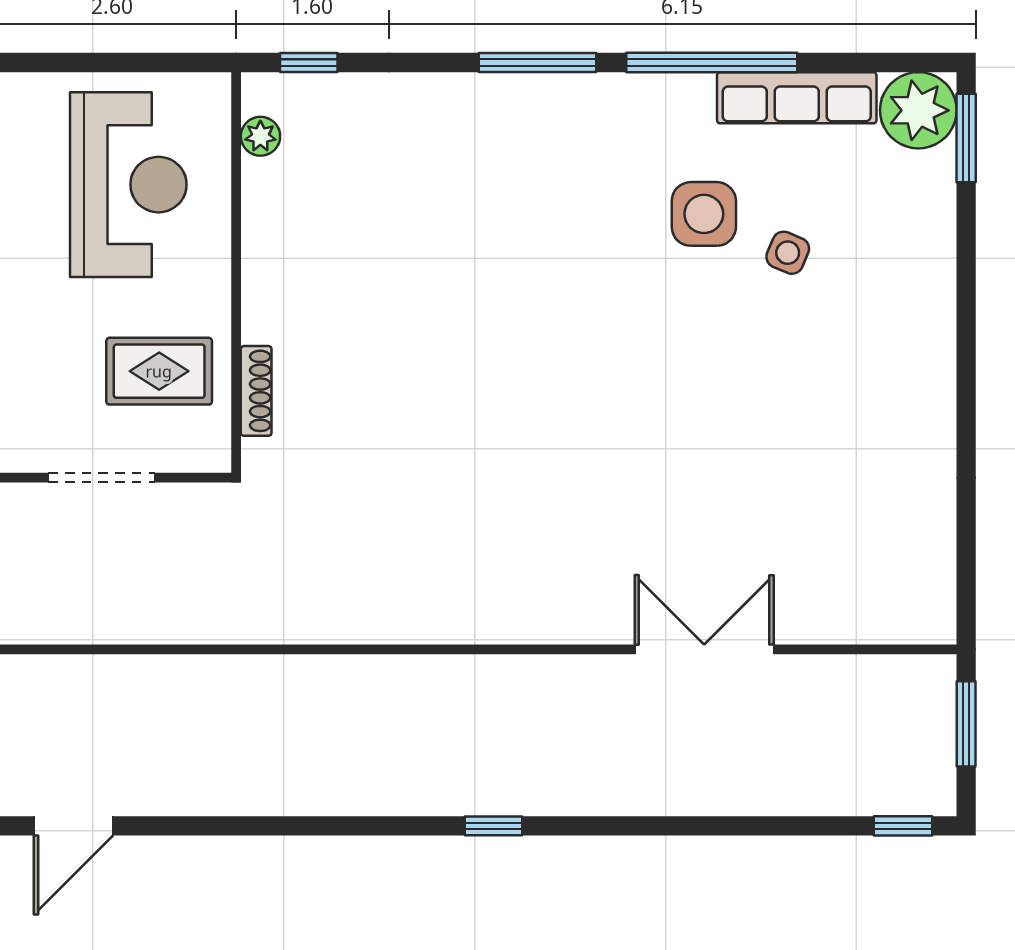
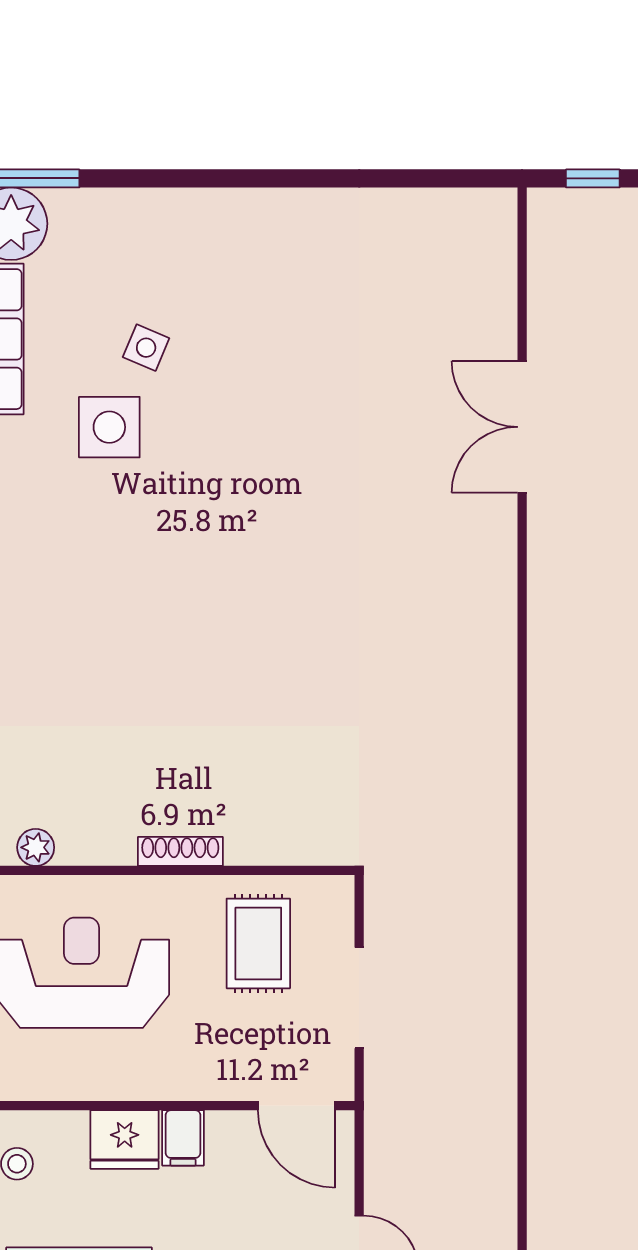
shoe rack: (256, 391) -> (180, 851), moved
window: (966, 724) -> (593, 178), width x0.67

